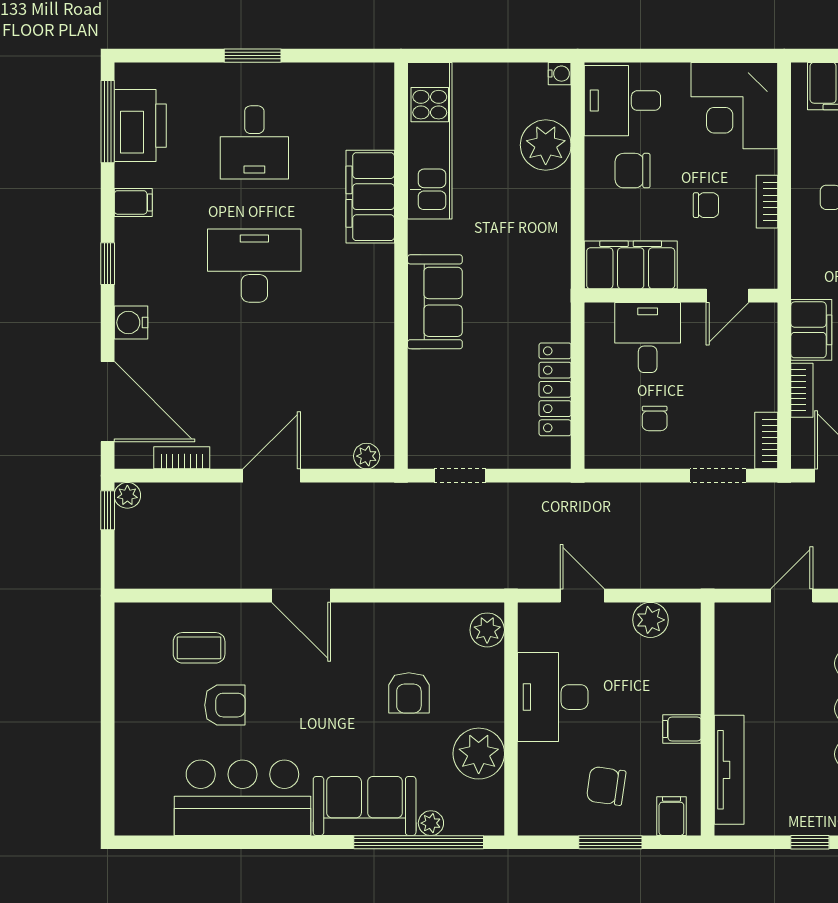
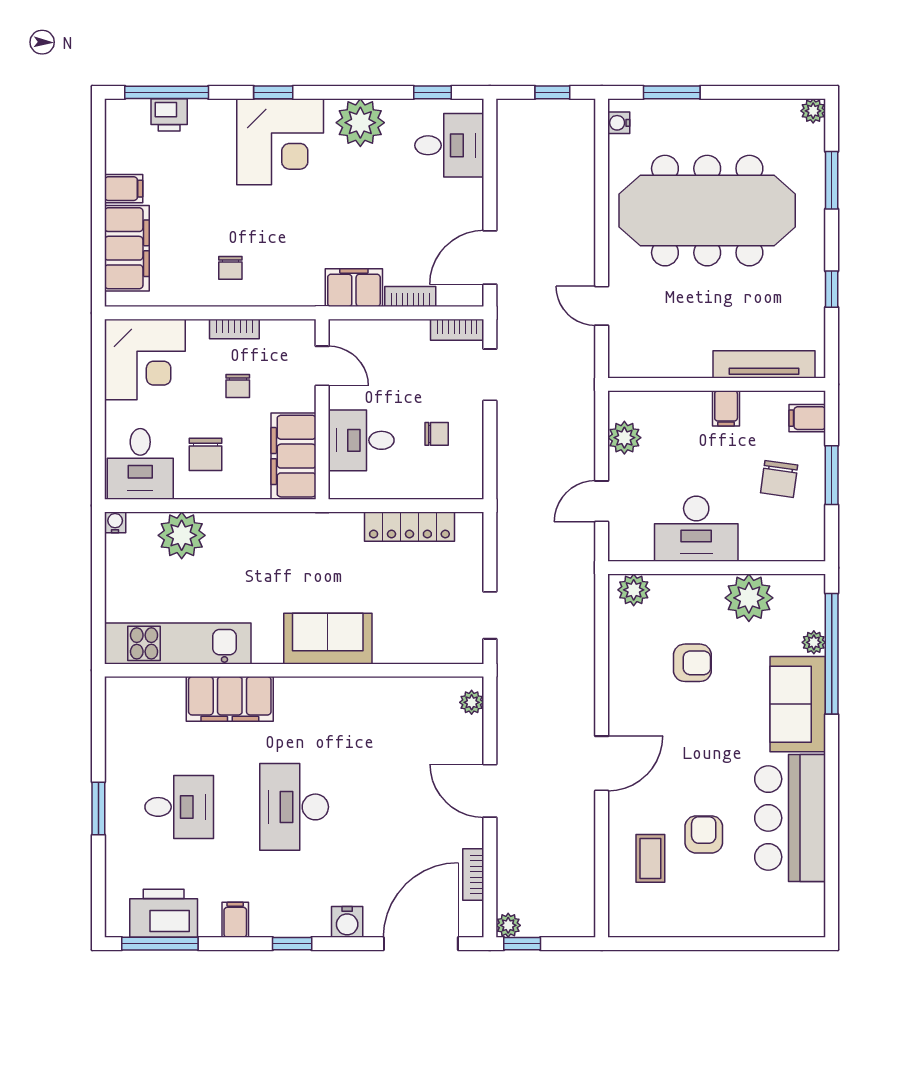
chair: (706, 205) -> (238, 386), turned 180

